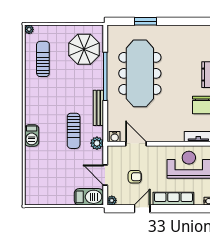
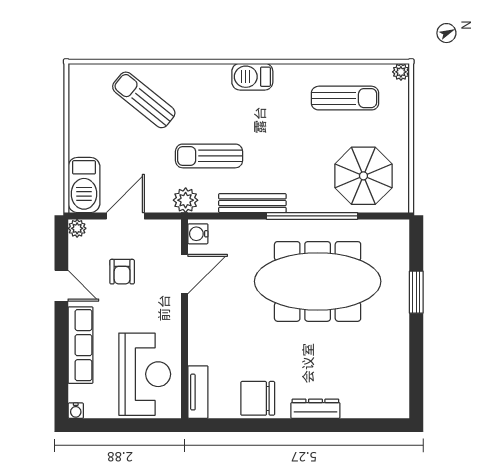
barbecue: (32, 135) -> (252, 77), moved
sun lounger: (44, 165) -> (144, 100), added

